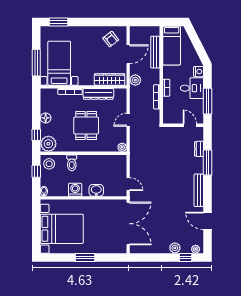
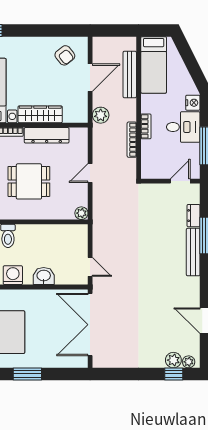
wardrobe: (110, 79) -> (40, 114), moved
dining table: (86, 125) -> (29, 181), turned 90
door: (190, 125) -> (180, 181), hinge flipped
bench: (199, 190) -> (193, 252), moved
double door: (128, 224) -> (90, 325), swing flipped
plant: (175, 248) -> (173, 360), moved

